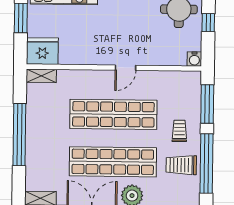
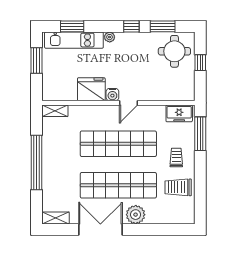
fridge: (42, 51) -> (91, 89), moved
water cooler: (194, 59) -> (112, 95), moved
freezer: (183, 80) -> (179, 113), added
window: (207, 164) -> (200, 186), removed

